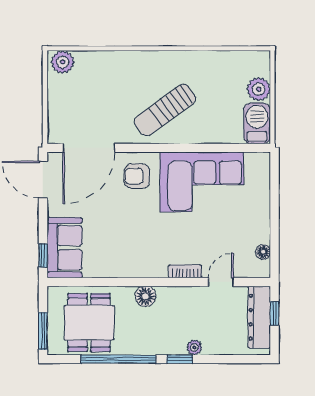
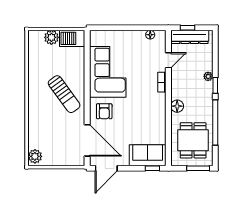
door: (221, 282) -> (168, 60), swing flipped
dining table: (89, 323) -> (193, 140), turned 90

